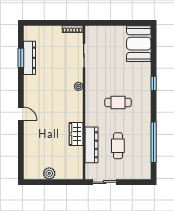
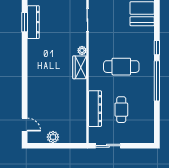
cafe table: (118, 102) -> (121, 67), width x1.37, depth x1.35
door: (21, 114) -> (25, 125), moved
wardrobe: (76, 134) -> (80, 67), moved
window: (154, 142) -> (157, 81), moved

